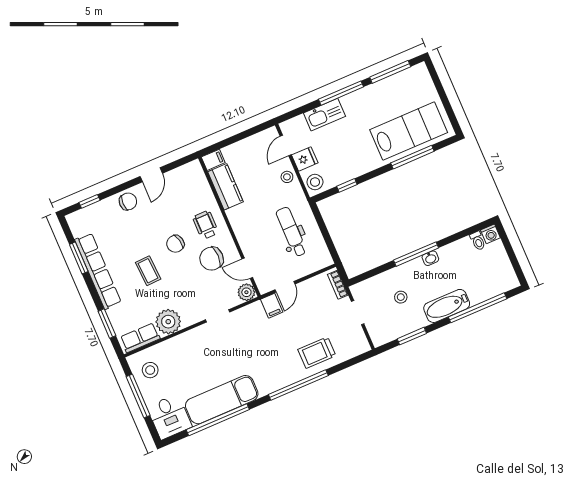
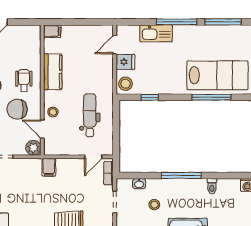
stool: (287, 177) -> (53, 112), moved
kitchen counter: (225, 187) -> (53, 72), moved
toilet: (478, 241) -> (212, 186), moved
washbasin: (430, 258) -> (139, 184), moved
door: (285, 287) -> (93, 157), moved

